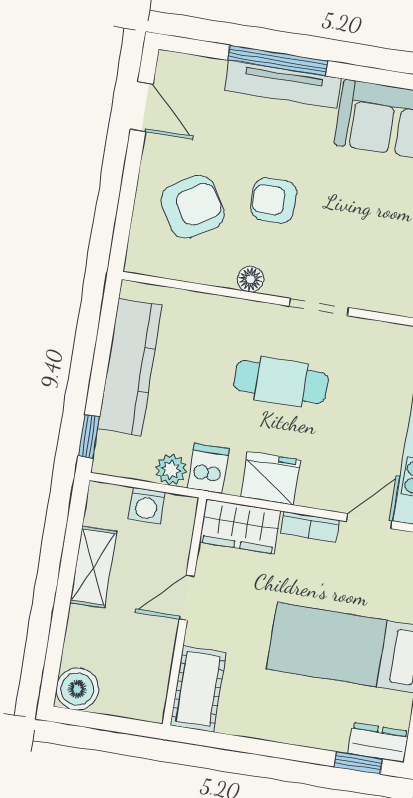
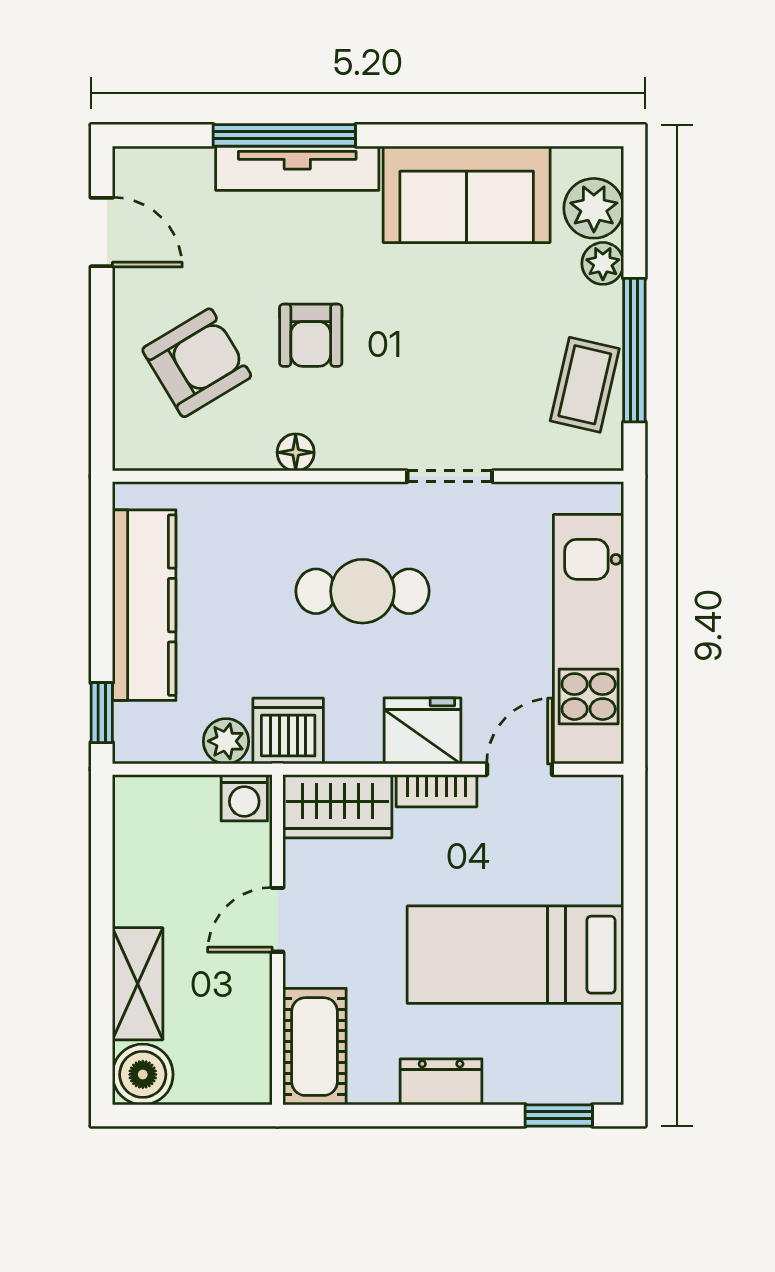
armchair: (274, 200) -> (311, 335), turned -90
doorway: (319, 307) -> (450, 476), moved
dishwasher: (208, 468) -> (288, 731), width x1.38
fridge: (270, 478) -> (422, 731), moved
washing machine: (147, 505) -> (244, 798), moved
shelving: (93, 567) -> (138, 984), moved
dresser: (378, 742) -> (441, 1082), moved

